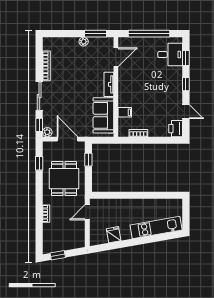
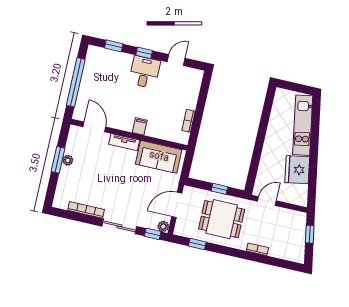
window: (95, 34) -> (58, 160), moved
desk: (170, 54) -> (145, 72), moved
filing cabinet: (125, 112) -> (140, 126), moved
printer: (176, 129) -> (193, 76), removed
window: (88, 160) -> (219, 189), moved
door: (87, 212) -> (267, 201), swing flipped
fridge: (114, 235) -> (297, 170), width x1.88, depth x1.34
window: (58, 255) -> (310, 234), moved

